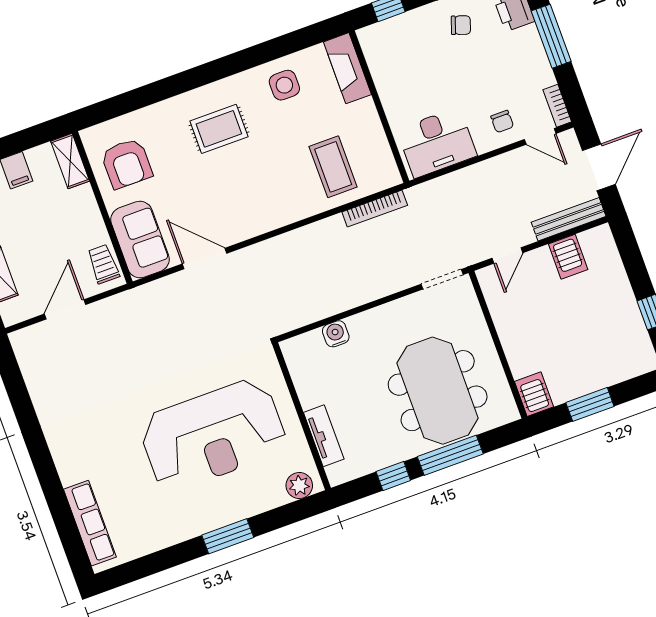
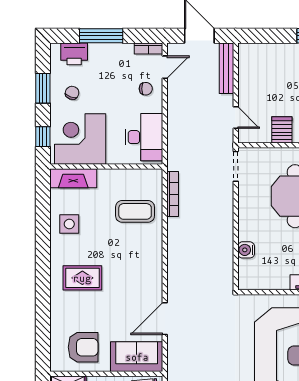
corner desk: (403, 58) -> (80, 139), added
rug: (219, 129) -> (82, 278), turned 90
server rack: (568, 257) -> (282, 130), moved, turned -90

